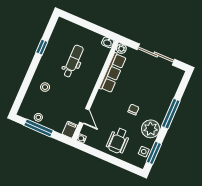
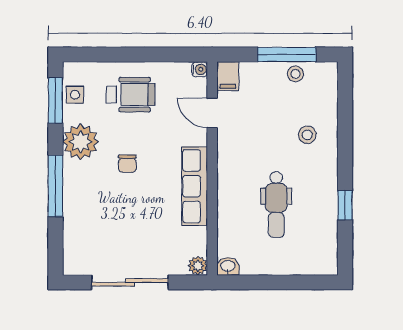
row of seats: (113, 73) -> (195, 186), moved
wheelchair: (118, 141) -> (131, 95), turned 90

